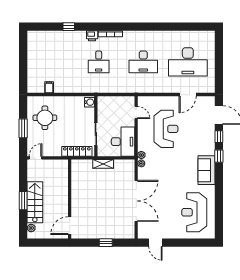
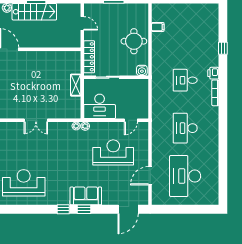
door: (188, 95) -> (150, 176), hinge flipped
round table: (45, 118) -> (134, 41), moved
reception desk: (166, 129) -> (113, 152), turned 180
window: (219, 137) -> (63, 209), moved
door: (36, 158) -> (82, 23), moved
sofa: (206, 170) -> (86, 196), moved
double door: (136, 201) -> (36, 120), width x0.54

